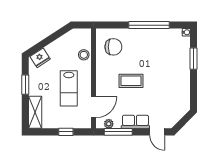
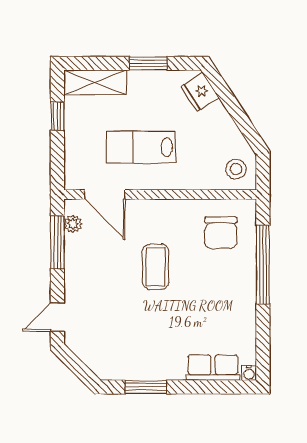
window: (149, 25) -> (263, 265), moved
stool: (84, 55) -> (236, 169), moved
window: (194, 59) -> (146, 387), moved
row of seats: (135, 122) -> (213, 368), moved, turned -90
window: (66, 132) -> (57, 116), moved

